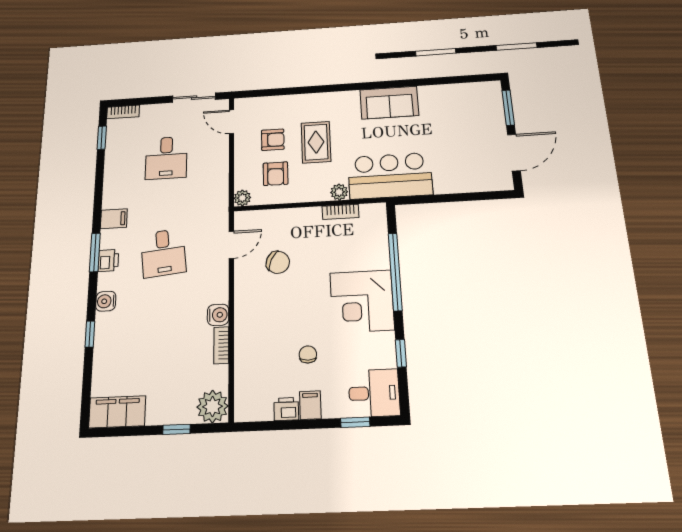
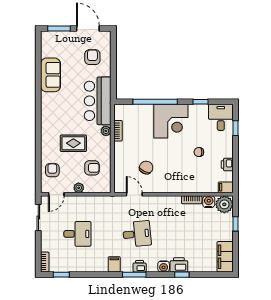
sofa: (389, 103) -> (51, 75), moved
armchair: (273, 140) -> (52, 170), moved
armchair: (465, 163) -> (92, 57), added
plant: (242, 198) -> (79, 188), moved
water cooler: (218, 315) -> (209, 202), moved
printer: (107, 328) -> (179, 265), added
filing cabinet: (310, 405) -> (226, 187), moved

